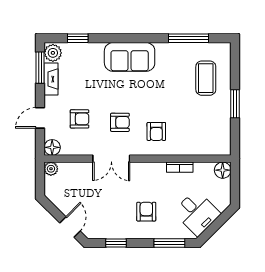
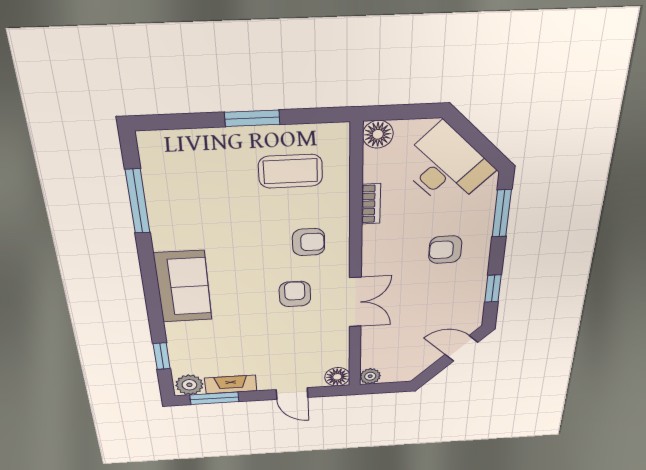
coffee table: (206, 78) -> (290, 171), moved
armchair: (80, 119) -> (292, 347), removed
desk: (197, 213) -> (446, 167), width x1.37

